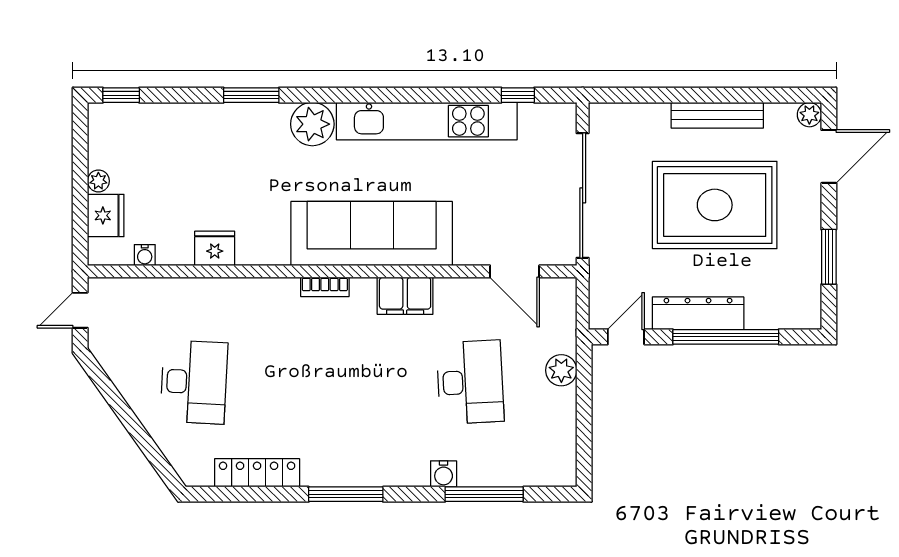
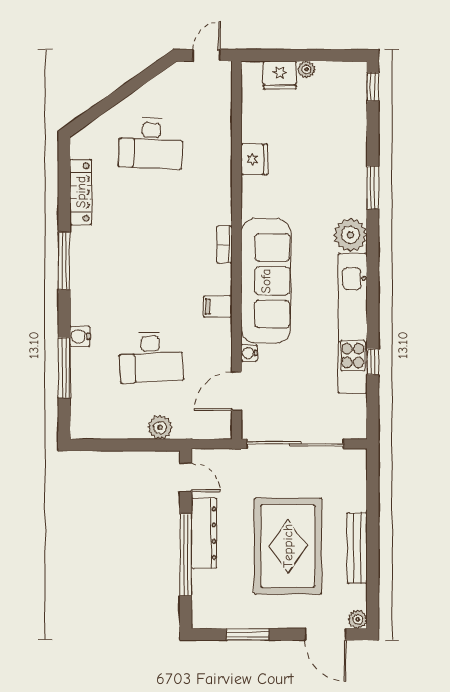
window: (518, 95) -> (373, 362), moved
water cooler: (145, 255) -> (249, 353), moved
filing cabinet: (405, 296) -> (218, 307), width x0.50
door: (80, 310) -> (206, 55), hinge flipped

